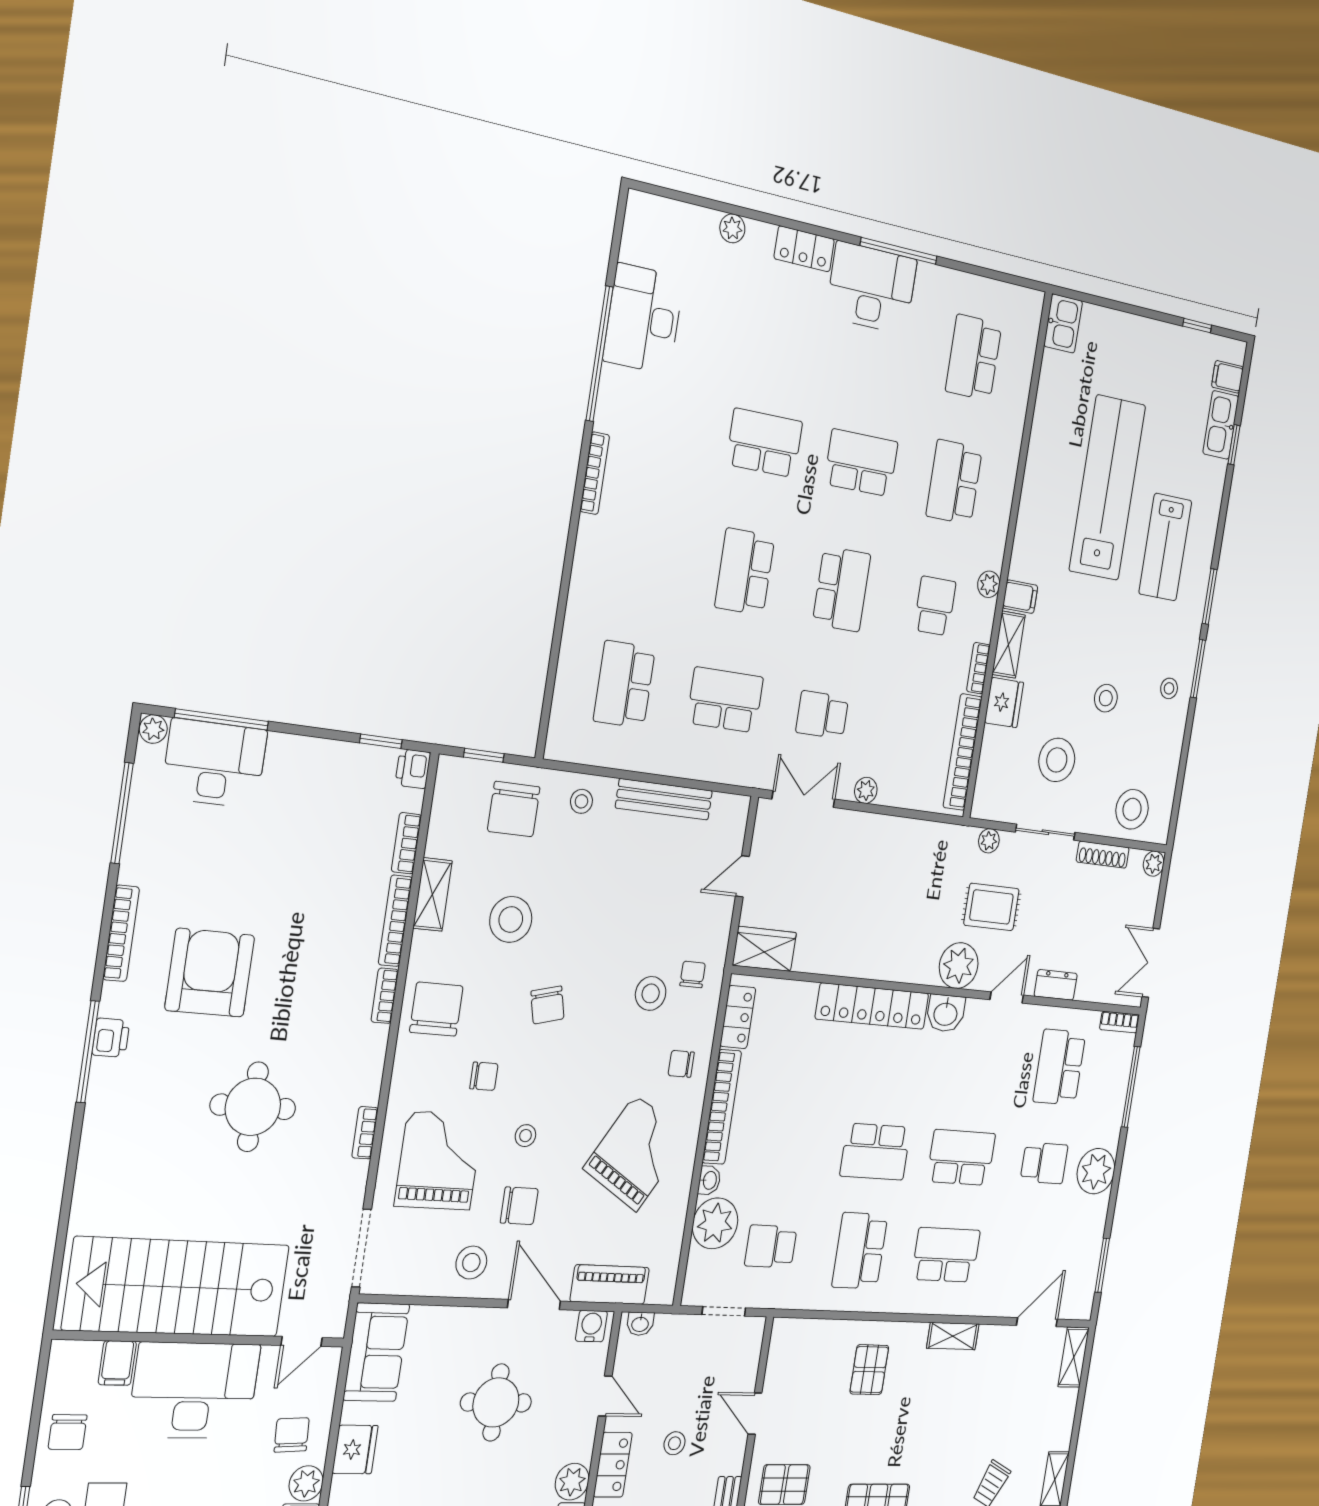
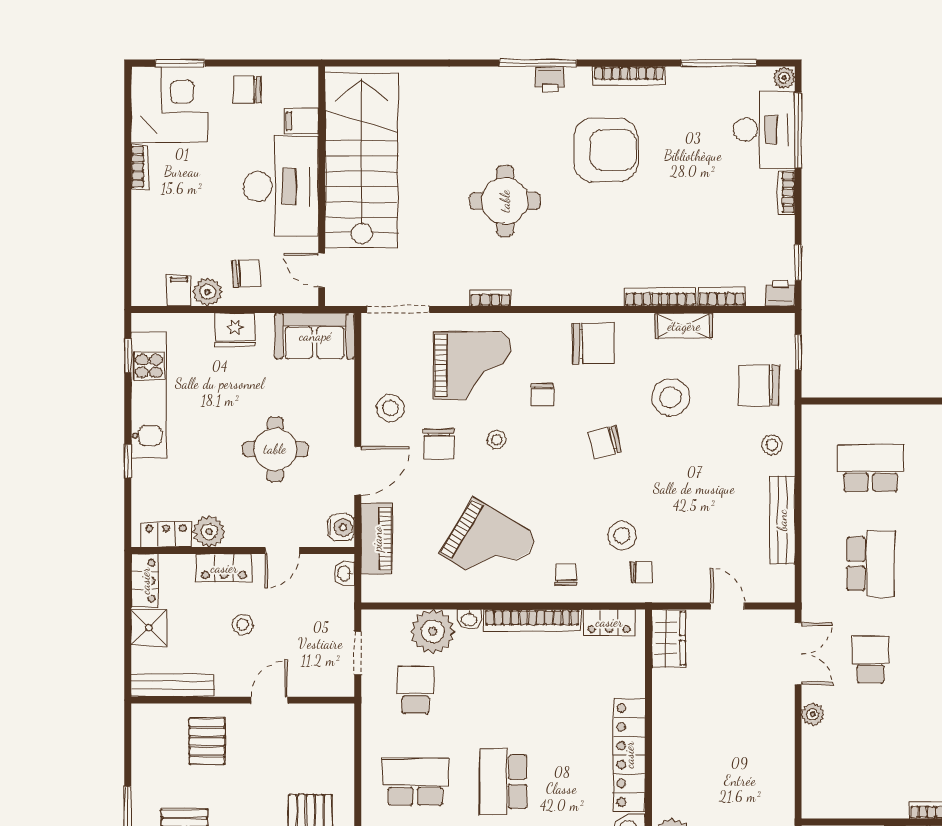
bookcase: (963, 752) -> (857, 807), removed
bookcase: (385, 996) -> (786, 192), moved, turned -90

